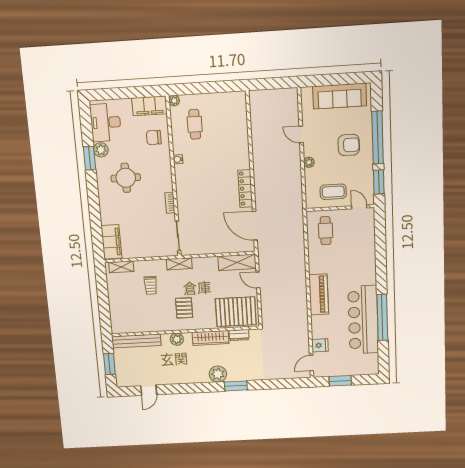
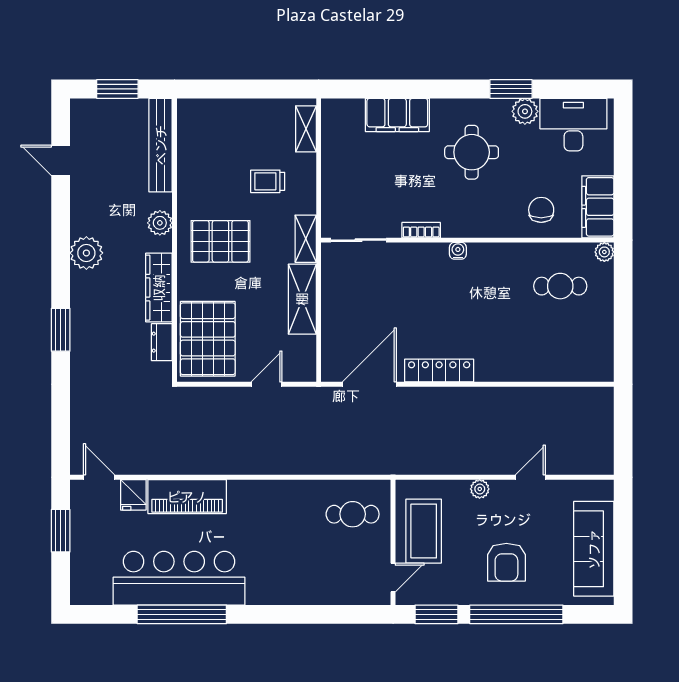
water cooler: (178, 159) -> (458, 251), moved
coffee table: (333, 192) -> (424, 531), width x1.36, depth x1.32
filing cabinet: (111, 242) -> (397, 115), moved
shelving: (237, 262) -> (302, 299), moved
piano: (319, 294) -> (187, 497), moved
pallet: (184, 308) -> (220, 241), width x1.50, depth x1.42
plant: (218, 374) -> (86, 253), moved

